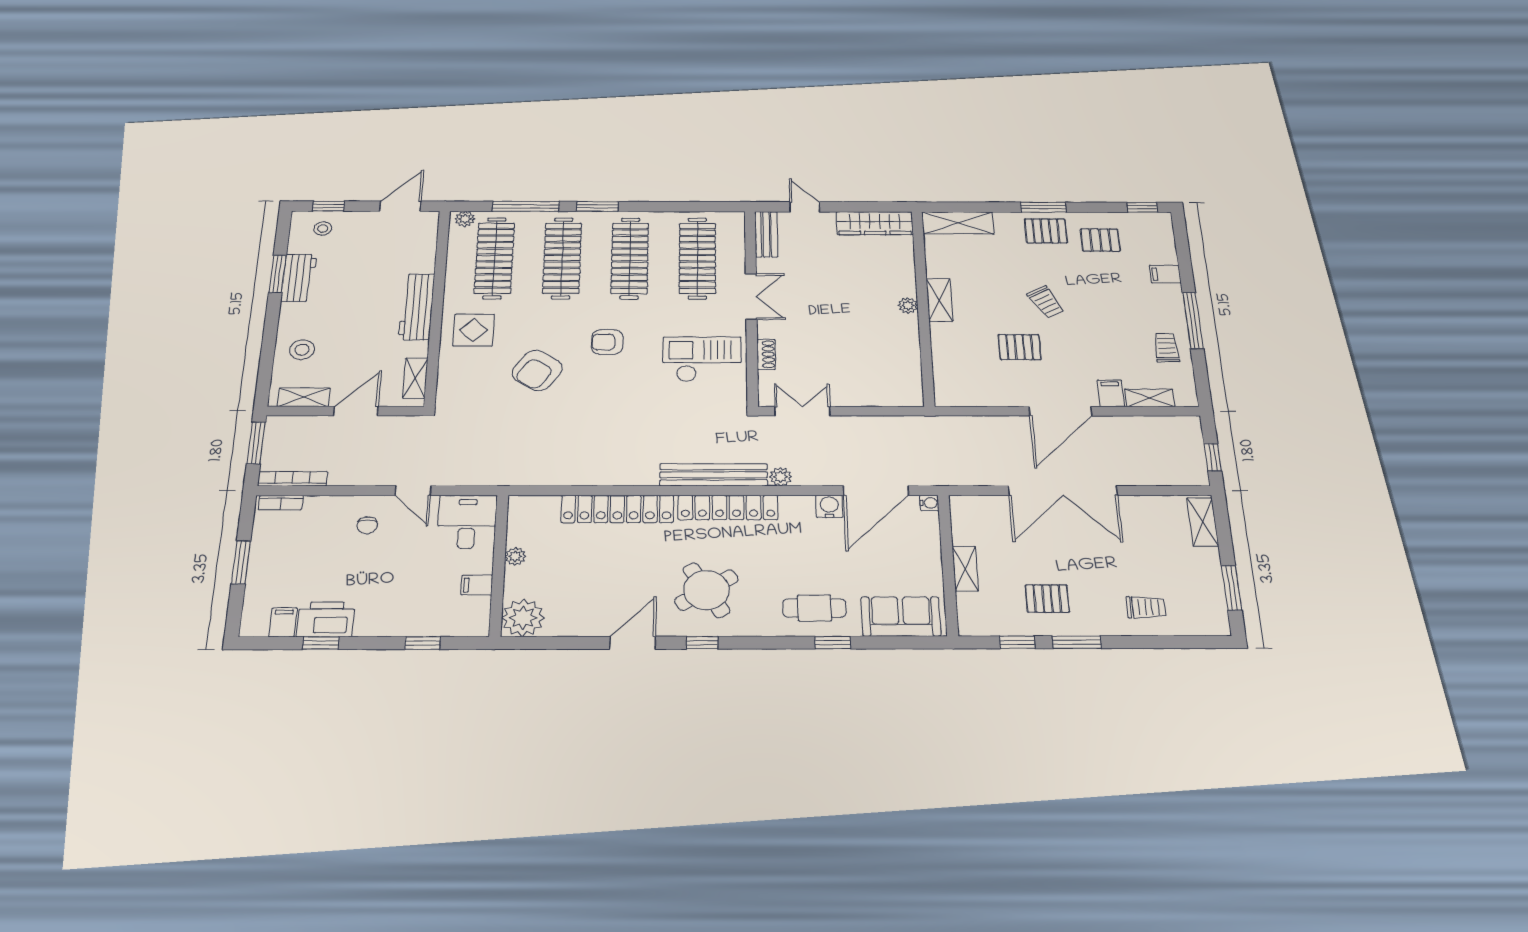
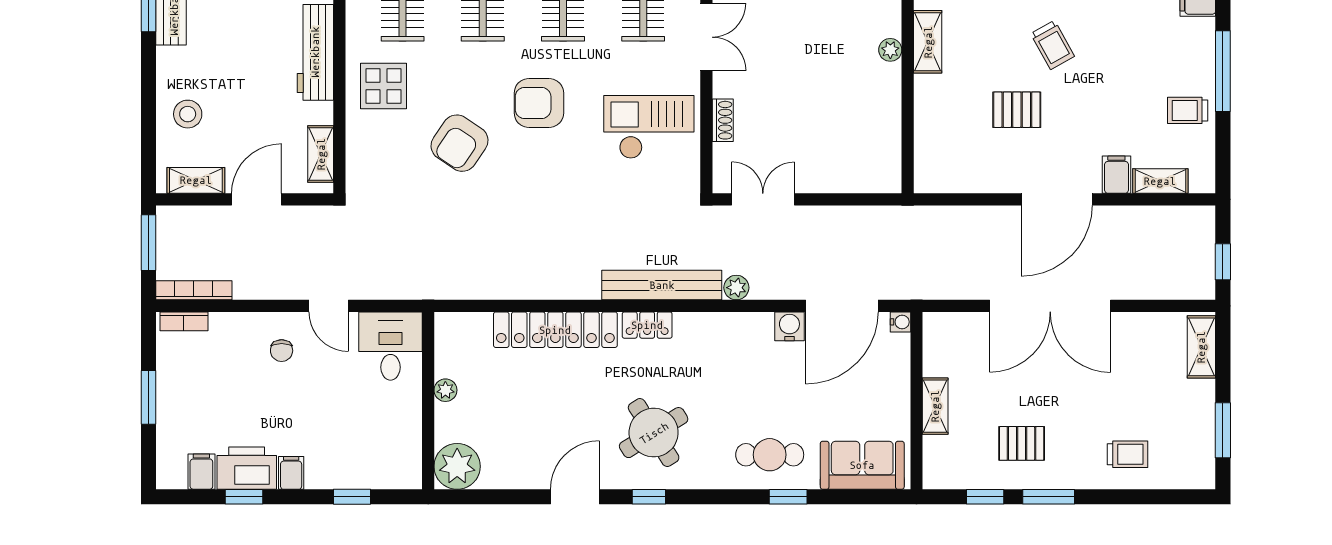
armchair: (607, 342) -> (539, 103), width x1.38, depth x1.38
trolley: (1167, 348) -> (1188, 110), turned -90
locker: (728, 507) -> (647, 325), width x0.46, depth x0.83
filing cabinet: (477, 585) -> (291, 473), moved, turned 90

